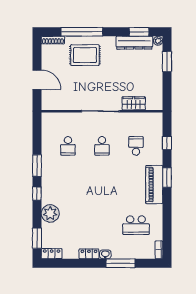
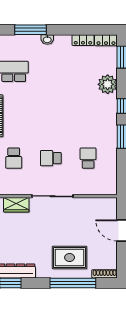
school desk: (102, 146) -> (51, 158), turned -90
locker: (89, 254) -> (83, 40), moved

